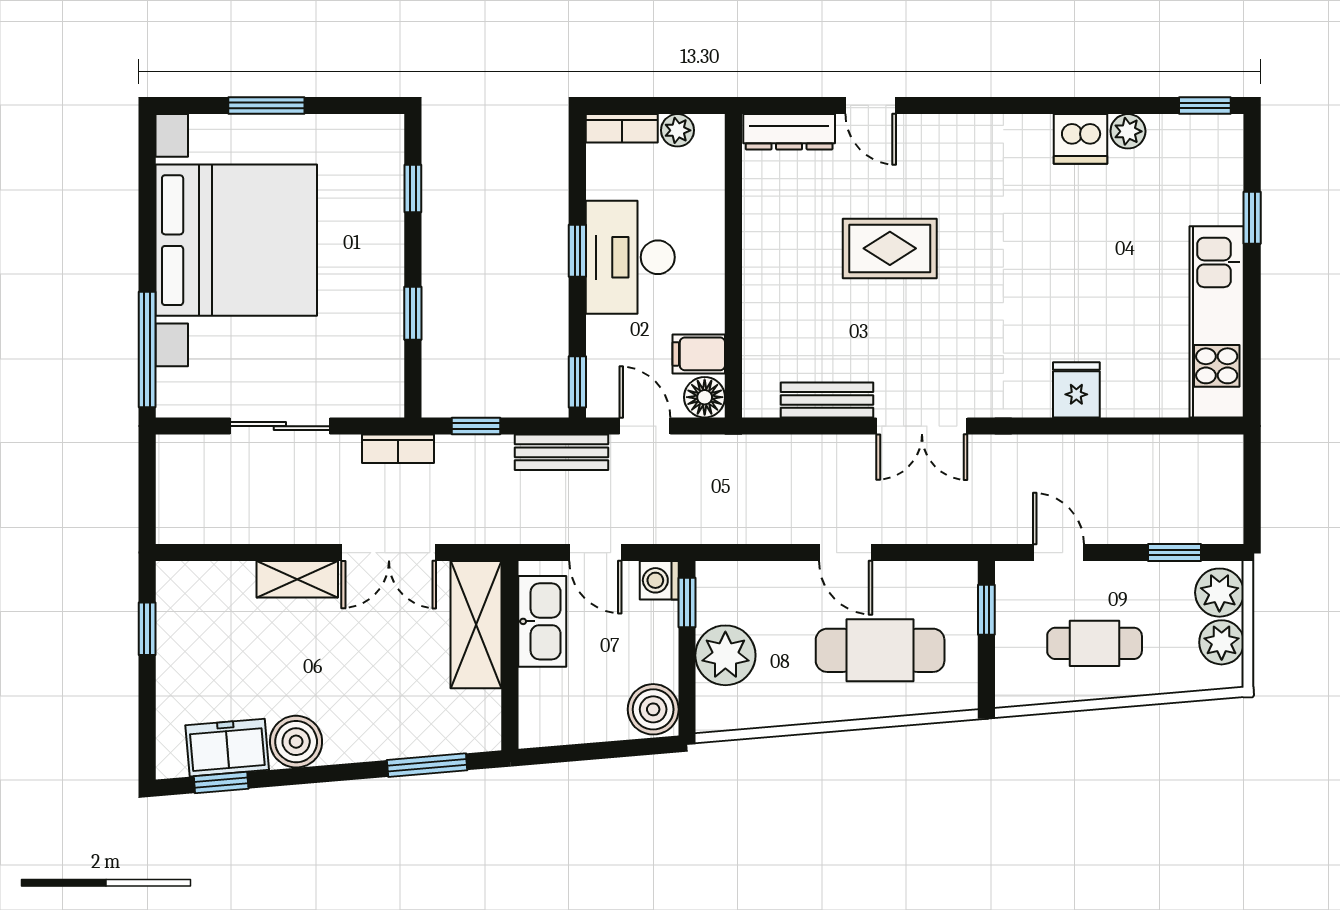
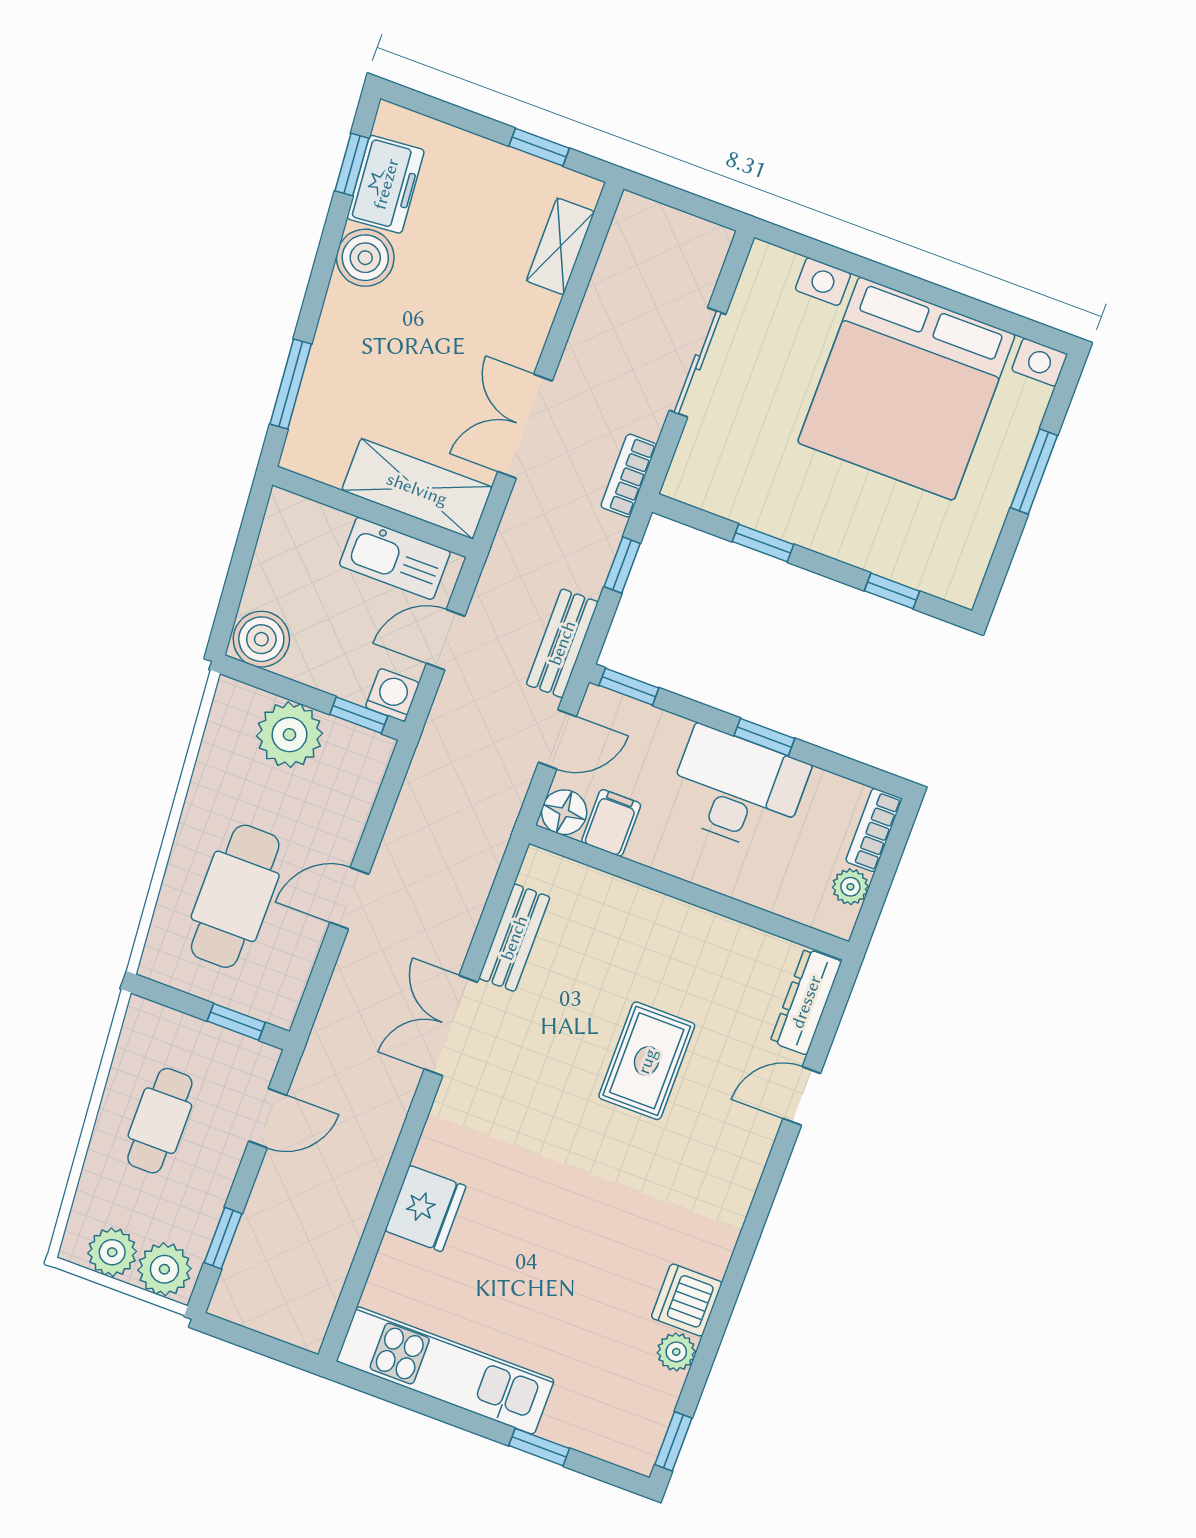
window: (147, 350) -> (828, 254), removed
fridge: (1076, 390) -> (425, 1208), width x1.38
shelving: (297, 579) -> (560, 246), moved

